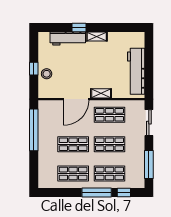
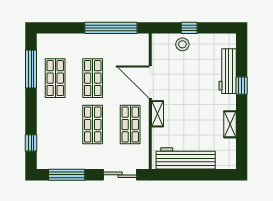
shelving: (97, 36) -> (230, 124), moved
shop shelf: (109, 174) -> (55, 125), removed
window: (97, 192) -> (31, 69), moved

